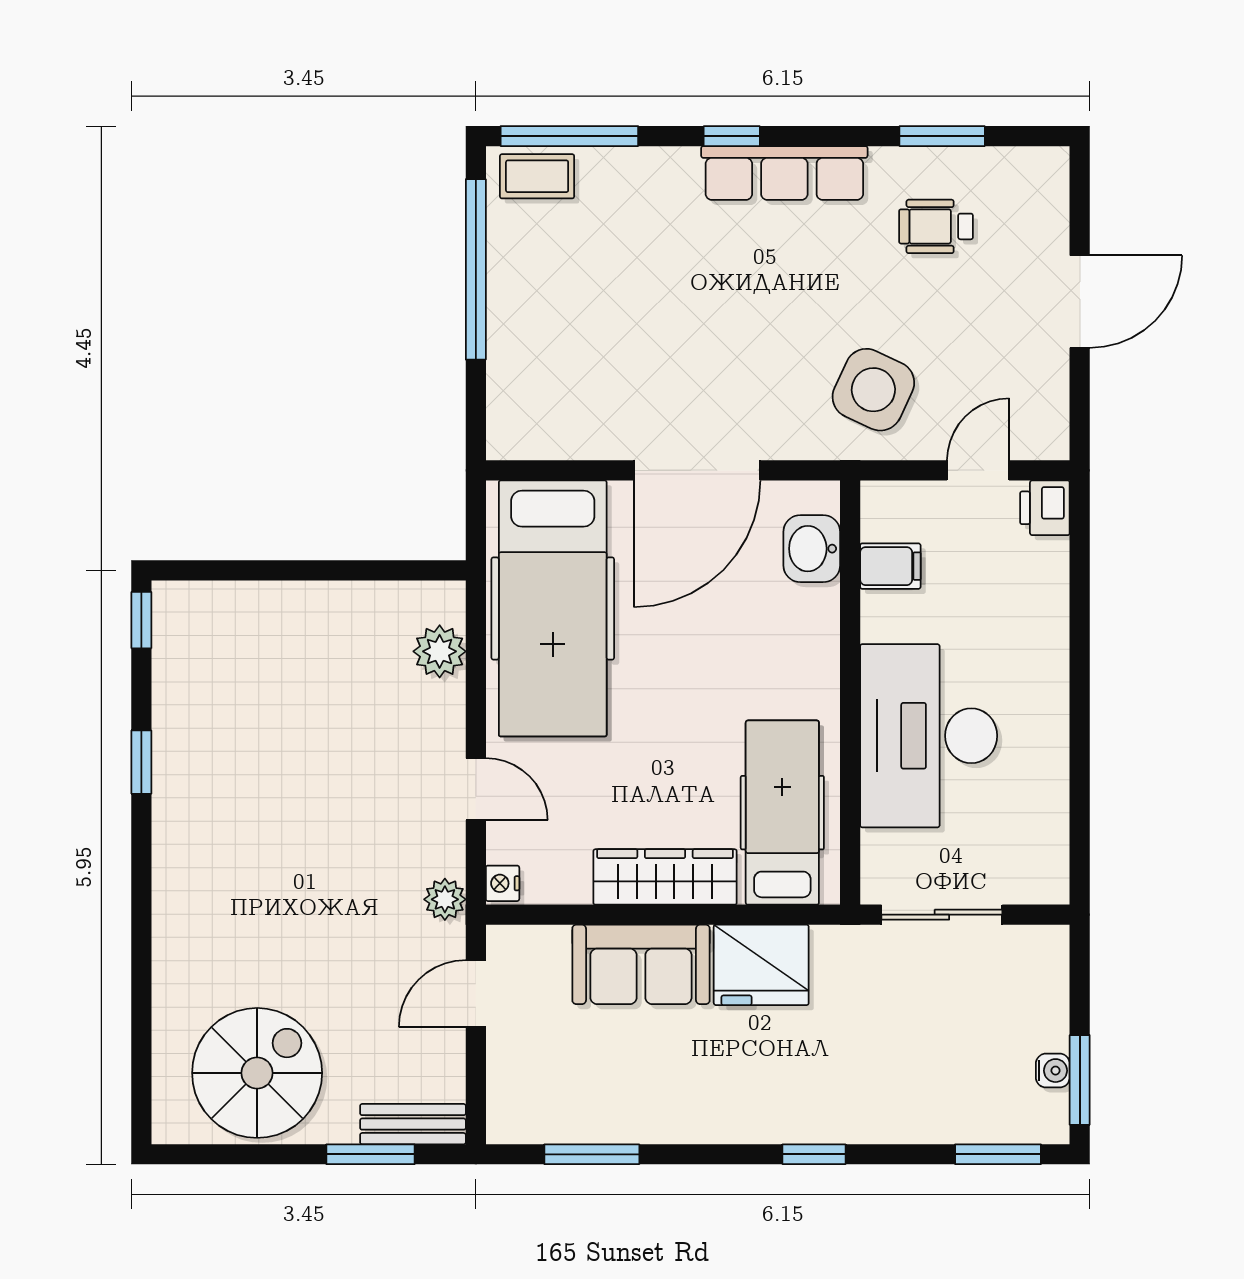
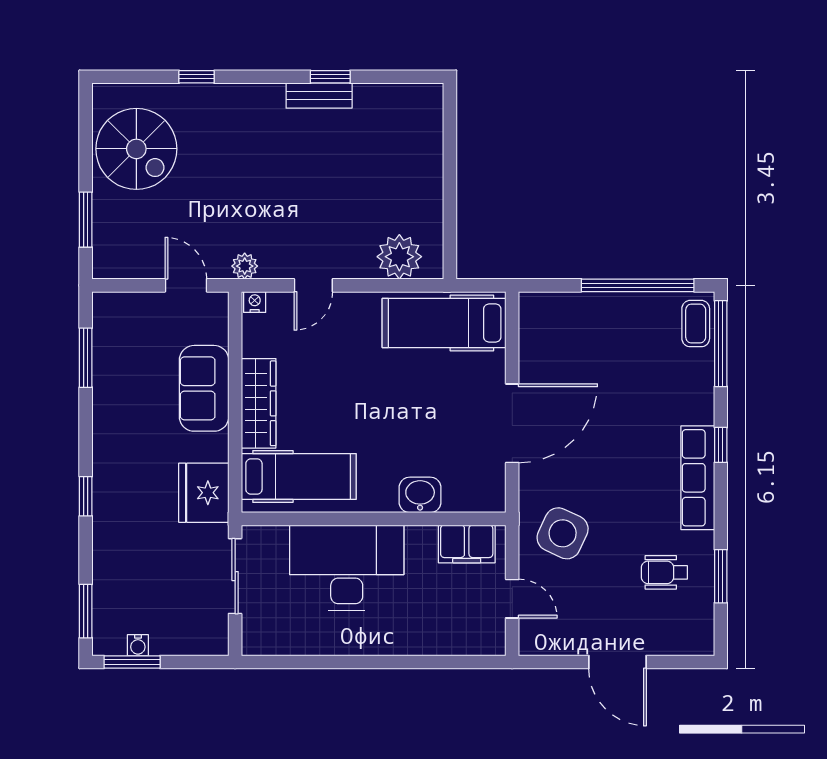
wheelchair: (936, 226) -> (664, 572), turned -90
door: (697, 470) -> (512, 423), swing flipped
printer: (1045, 508) -> (489, 640), removed
washbasin: (812, 549) -> (420, 495), moved
filing cabinet: (890, 566) -> (467, 544), width x2.00
hospital bed: (553, 608) -> (444, 323), width x0.73, depth x0.78
window: (141, 620) -> (197, 77), moved
plant: (440, 651) -> (399, 257), width x1.36, depth x1.36
fridge: (761, 965) -> (204, 493), moved
bench: (413, 1124) -> (319, 96), moved, turned 90

